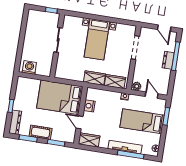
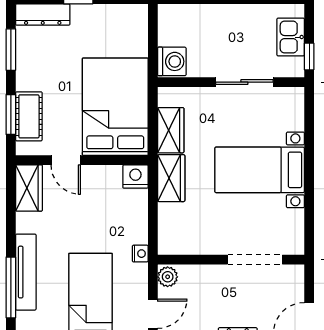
kitchen sink: (42, 17) -> (291, 37), added
washing machine: (29, 67) -> (172, 61), moved
wardrobe: (115, 81) -> (171, 130), moved
nightstand: (89, 106) -> (135, 177), moved
door: (79, 122) -> (66, 160), swing flipped
cot: (41, 132) -> (29, 116), moved

